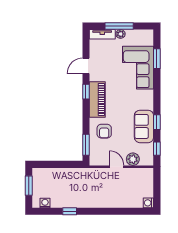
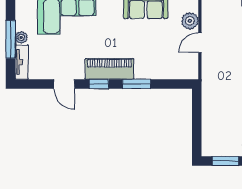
armchair: (104, 131) -> (152, 59), removed
window: (86, 145) -> (136, 84), moved

